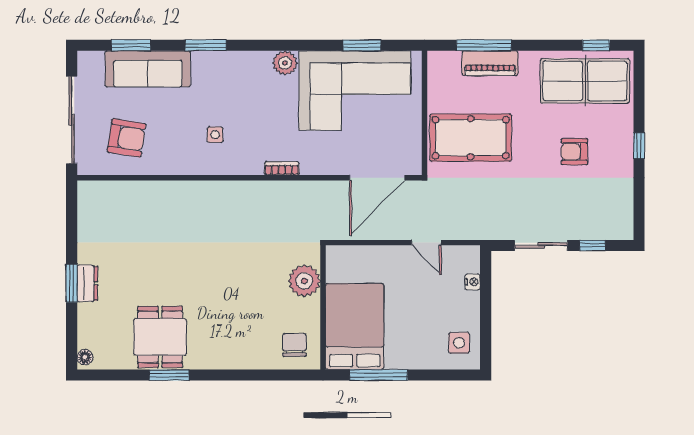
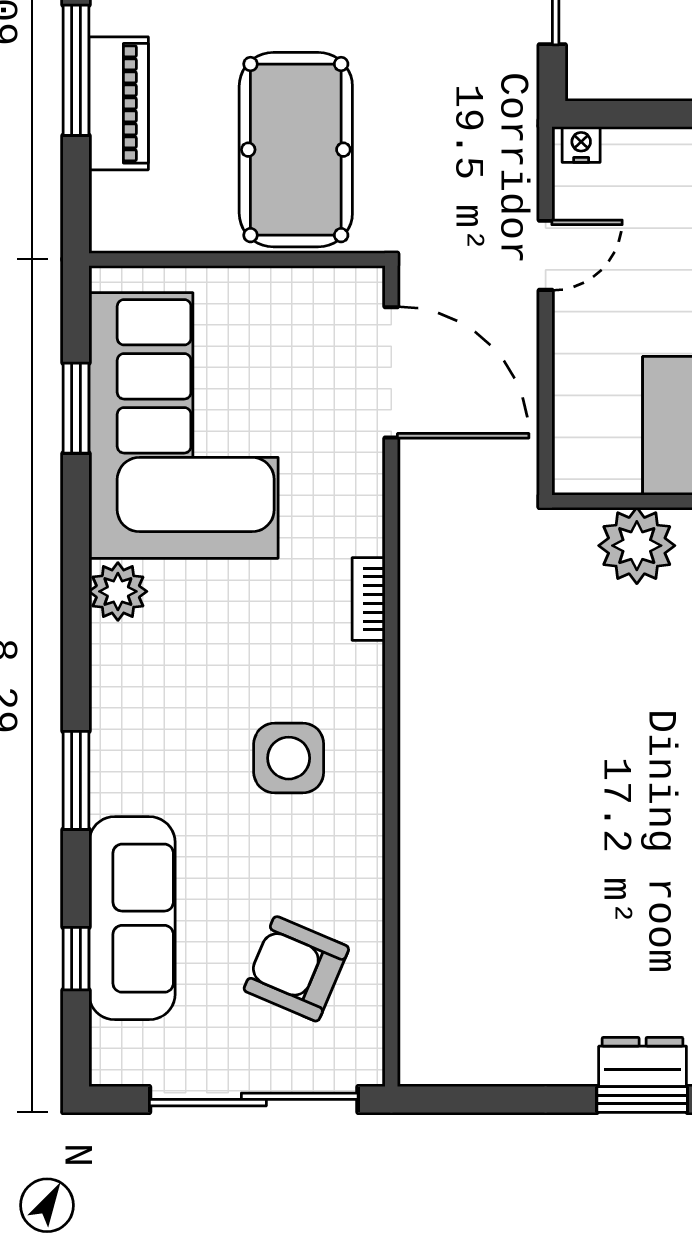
window: (131, 45) -> (76, 959), width x0.67
window: (484, 45) -> (76, 70), moved
side table: (215, 135) -> (289, 758), width x1.87, depth x1.87
armchair: (127, 138) -> (296, 969), turned -76
nightstand: (473, 282) -> (581, 145), moved

